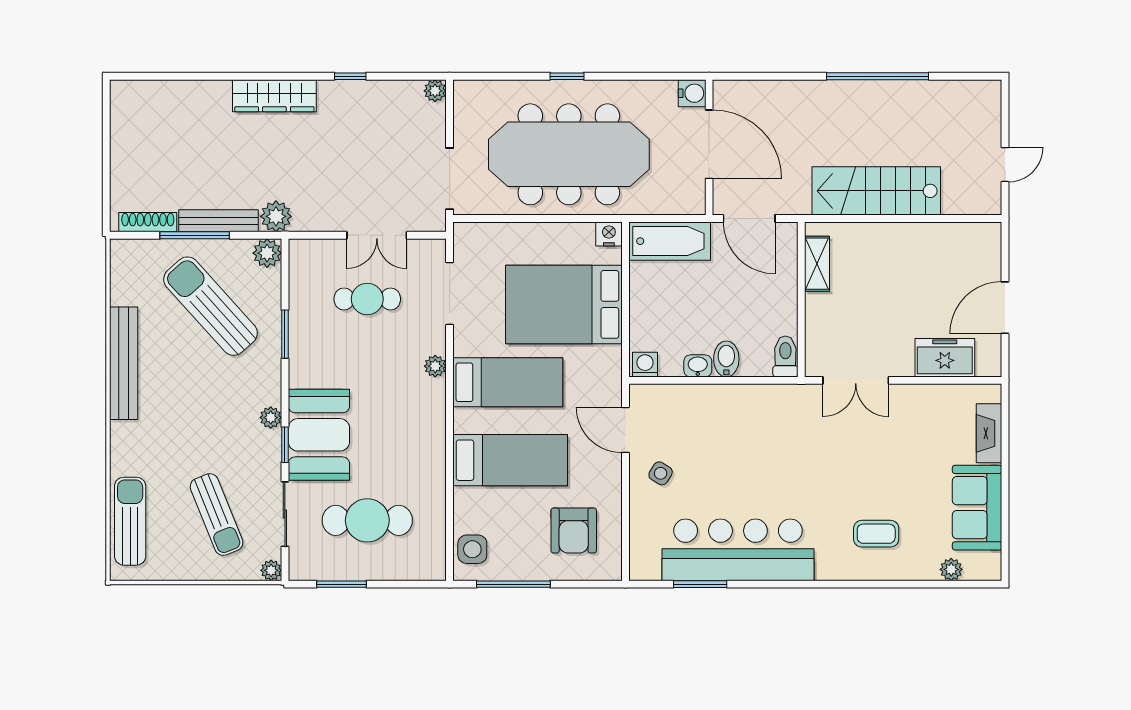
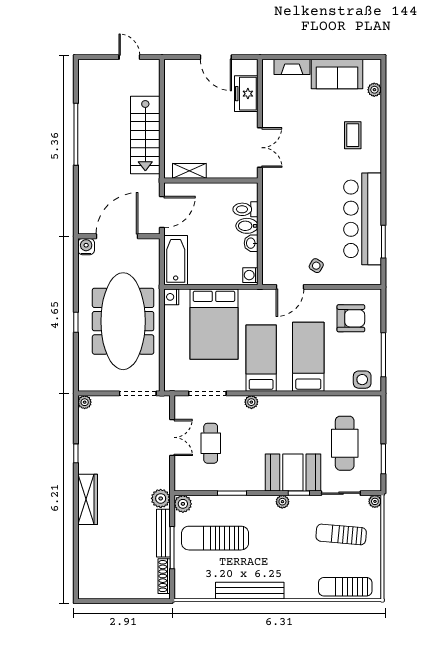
sun lounger: (211, 306) -> (215, 538), turned 42
toilet: (785, 356) -> (245, 209), moved
sun lounger: (217, 515) -> (341, 534), turned -153

